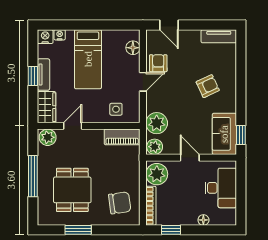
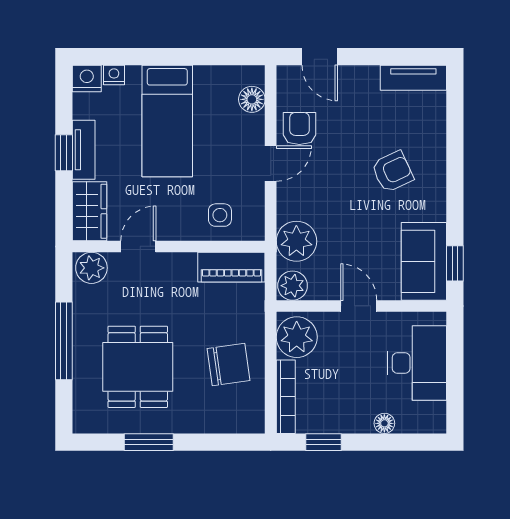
chair: (120, 203) -> (229, 365), moved

